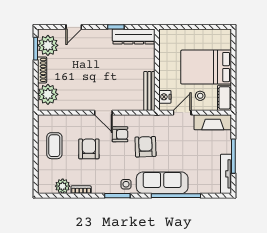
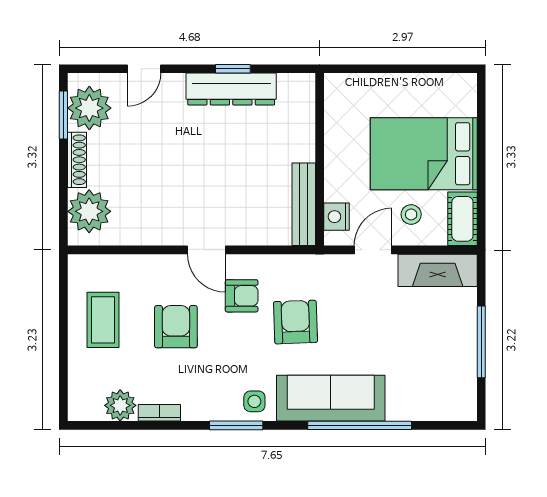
dresser: (134, 36) -> (231, 89), moved
tv unit: (226, 174) -> (466, 379), removed

